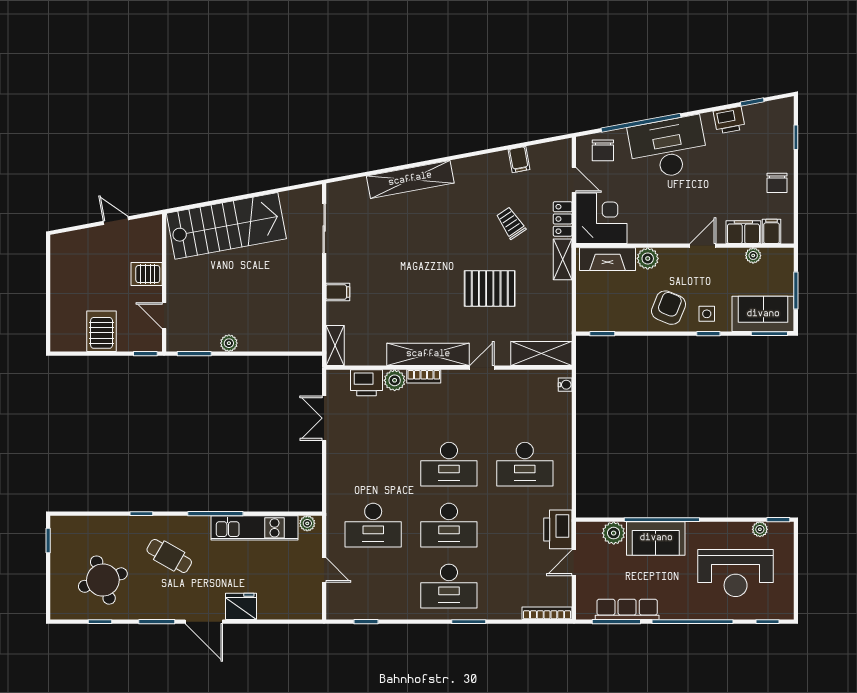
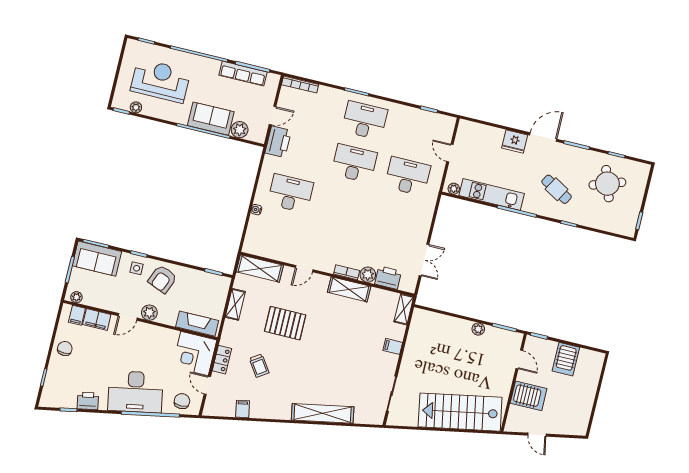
plant: (753, 255) -> (76, 297), moved
plant: (648, 258) -> (149, 313), moved
shelving: (563, 259) -> (235, 304), moved
server rack: (147, 274) -> (529, 396), width x1.36, depth x1.44
shelving: (428, 354) -> (349, 289), width x0.68
water cooler: (565, 385) -> (256, 210), moved
desk: (449, 464) -> (344, 206), removed
door: (204, 622) -> (543, 137), hinge flipped

